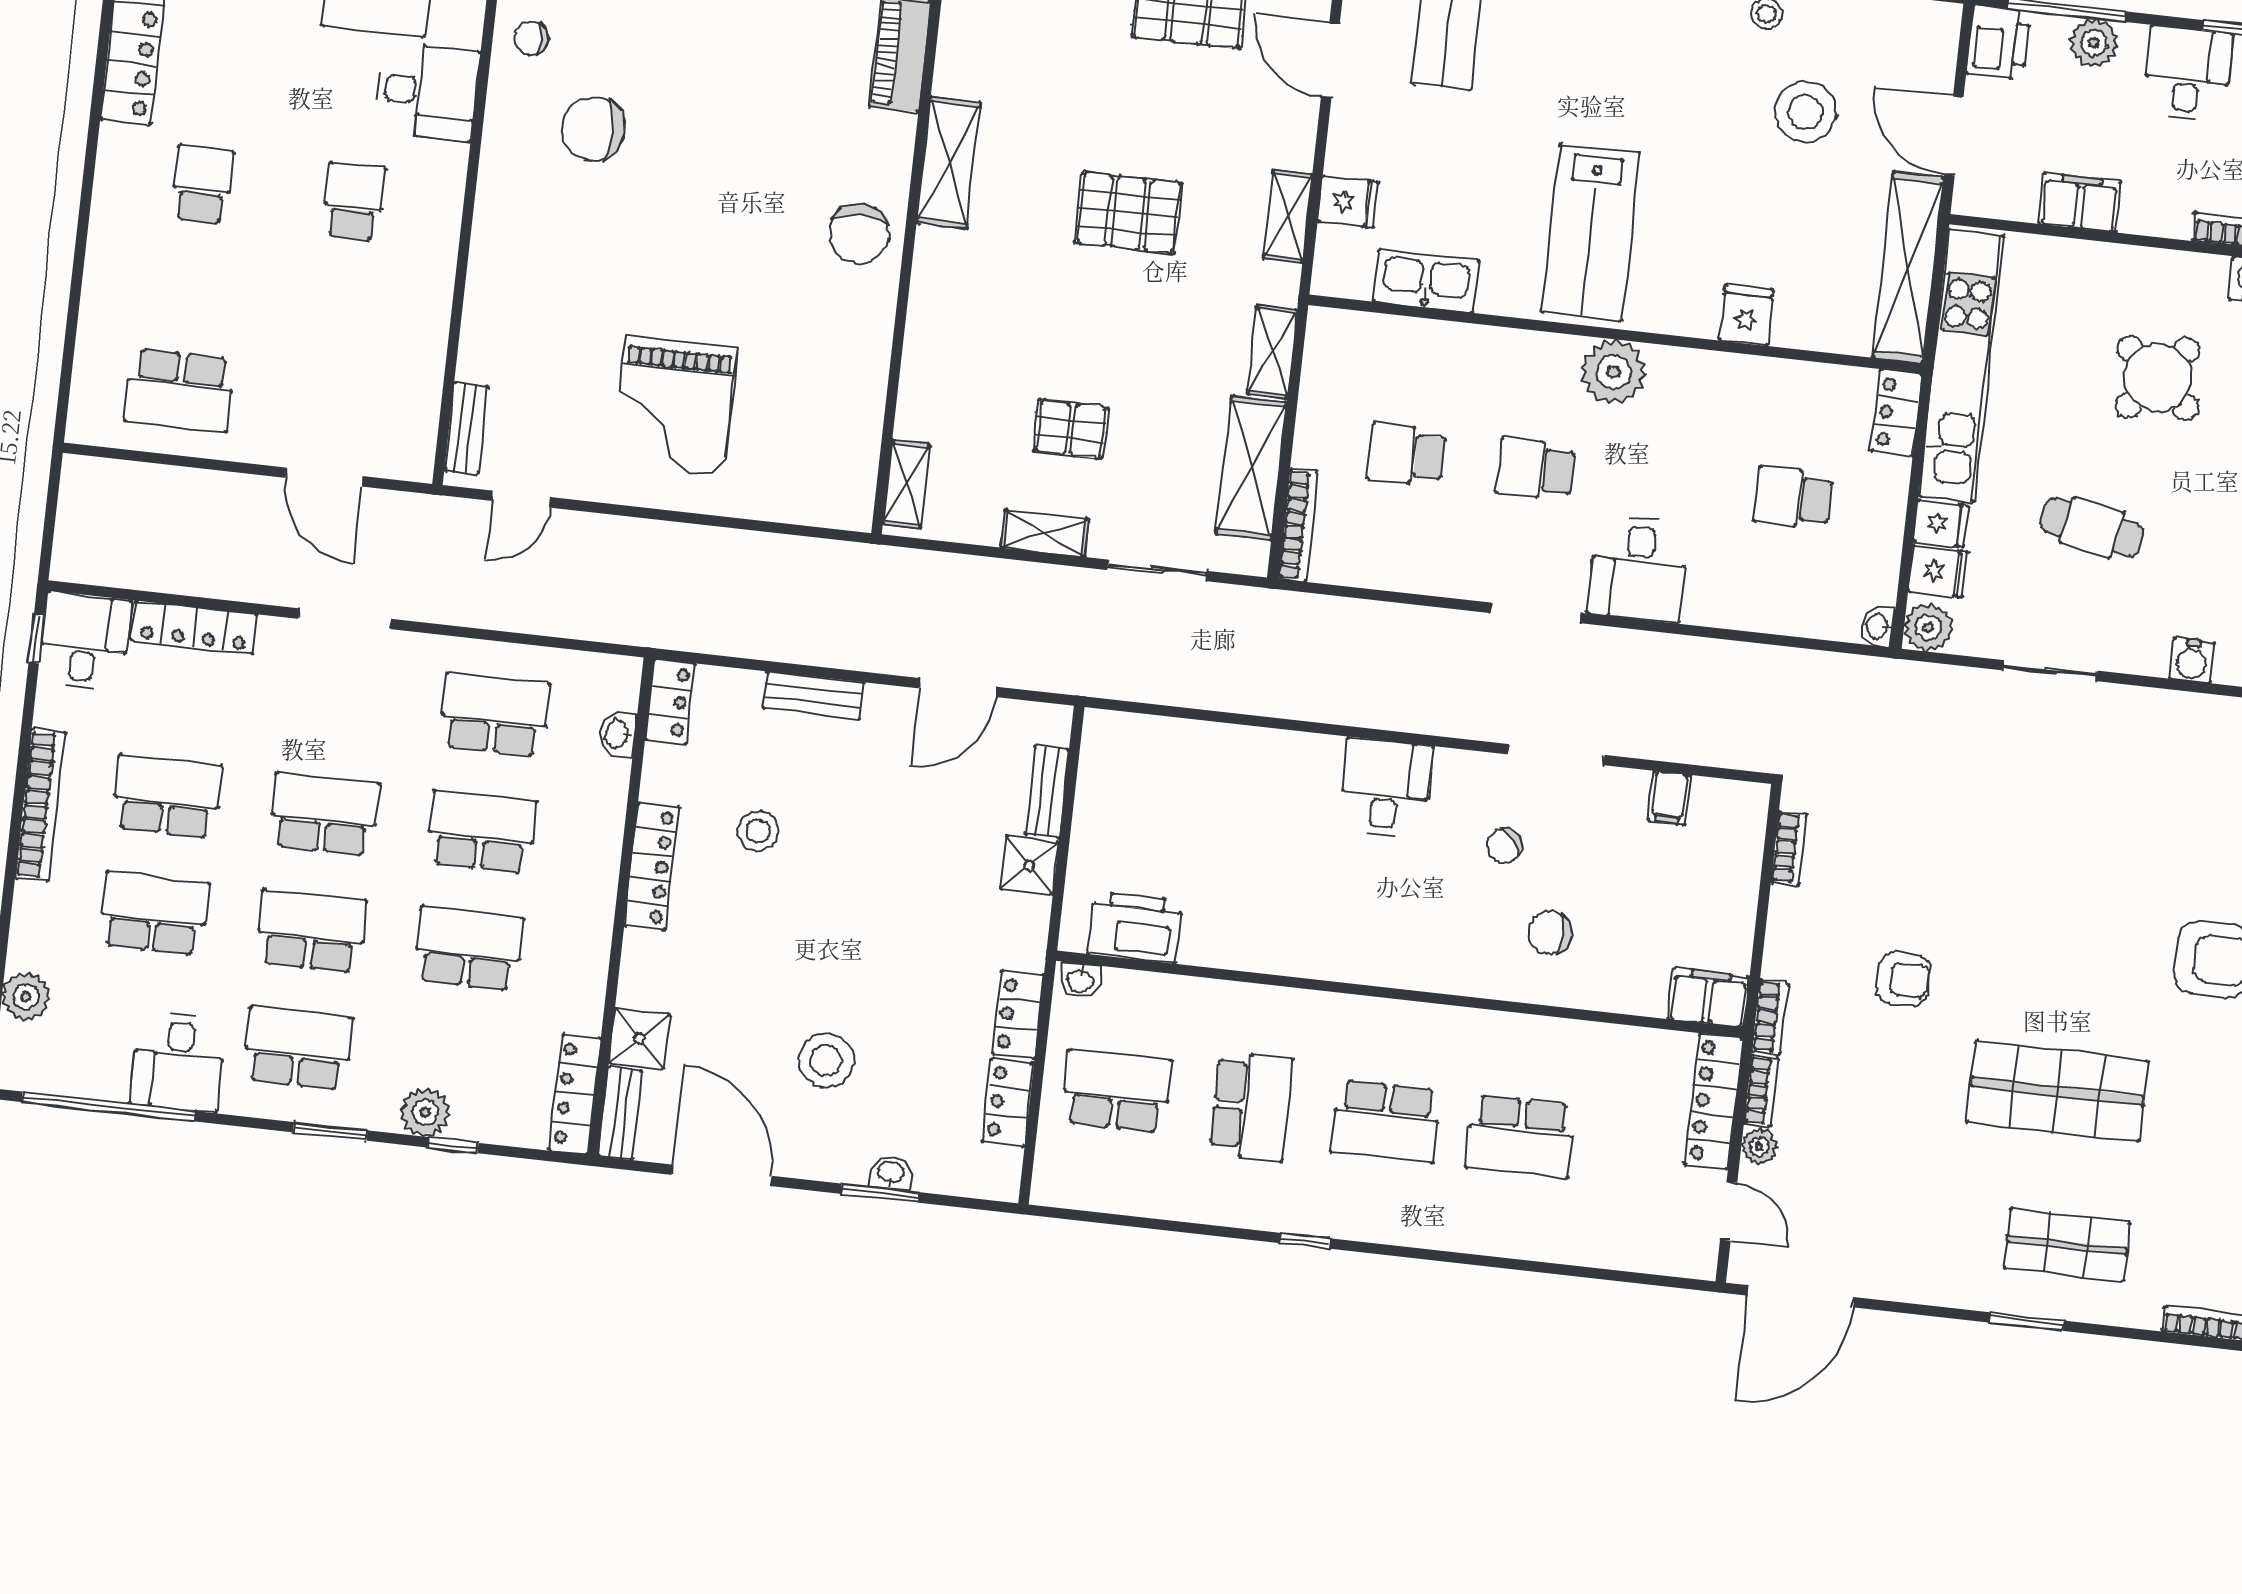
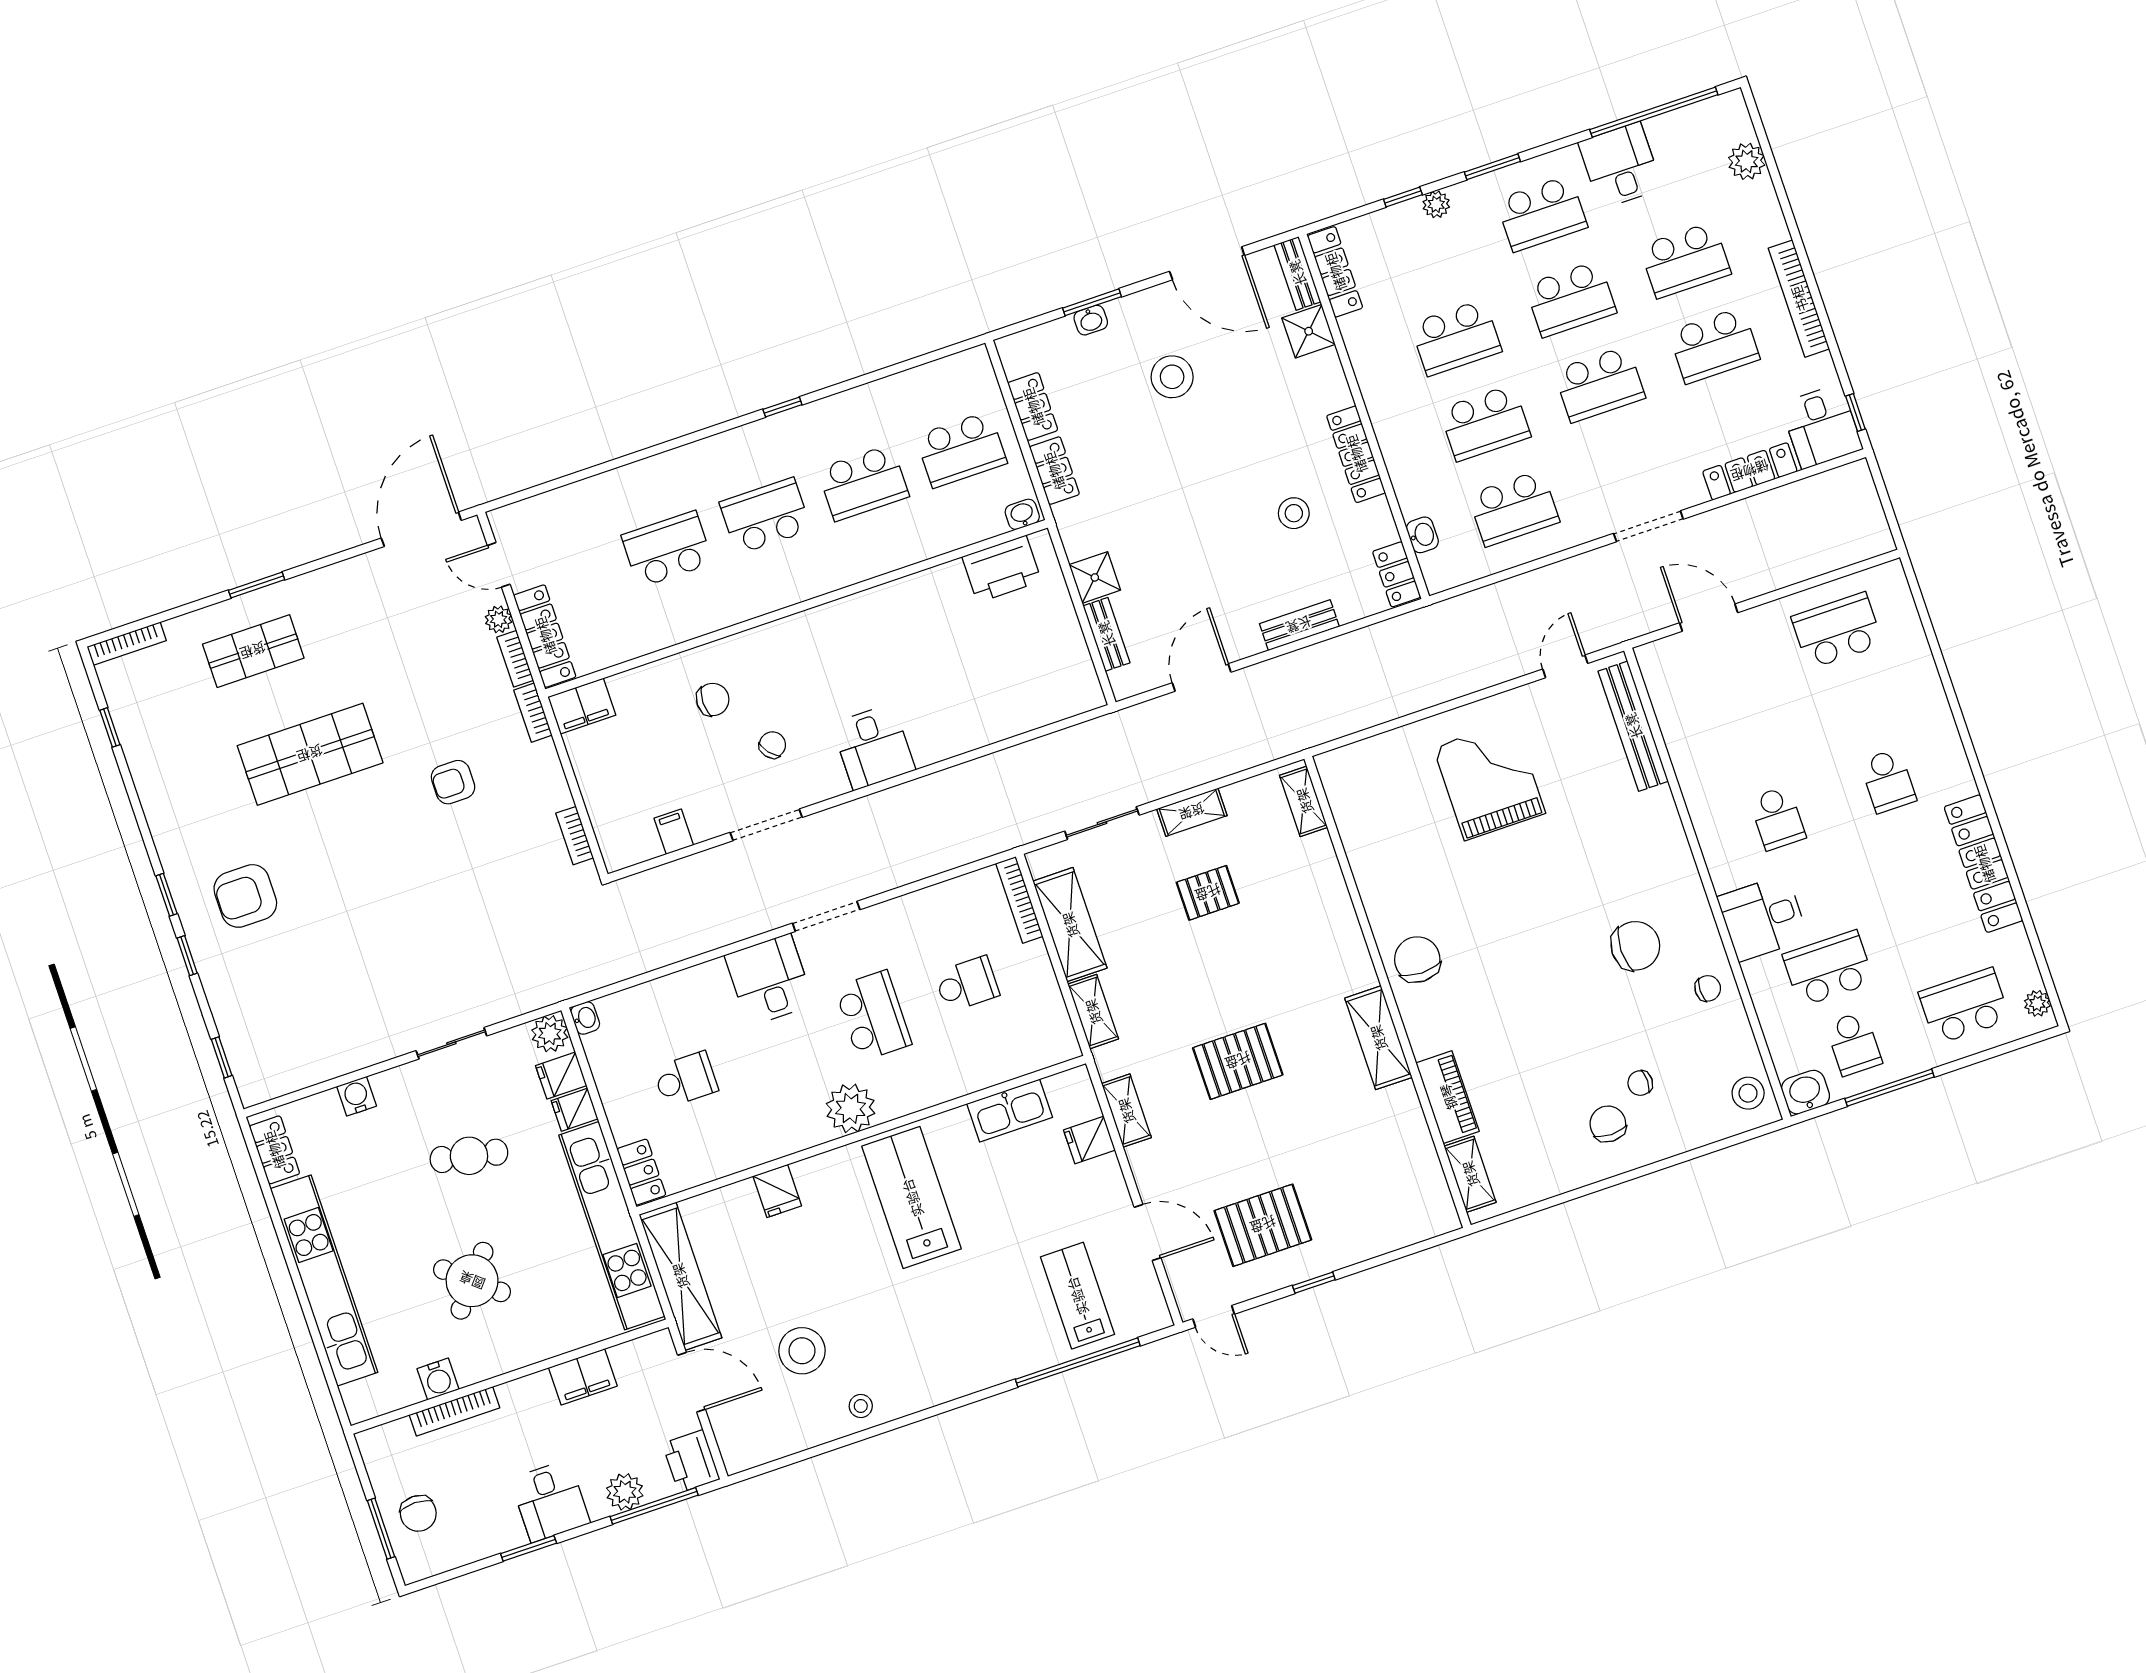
bench: (466, 428) -> (1633, 726), width x1.86, depth x1.21
school desk: (1535, 469) -> (873, 1016), width x1.85
school desk: (1251, 1106) -> (863, 483), turned -90
plant: (425, 1112) -> (1436, 204), width x0.73, depth x0.73

